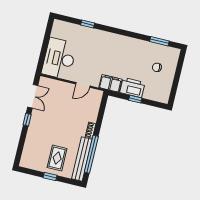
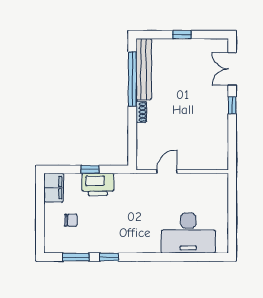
window: (88, 24) -> (109, 257), moved
desk: (59, 59) -> (188, 233), moved, turned 90
filing cabinet: (110, 83) -> (54, 188), moved, turned -90
double door: (33, 96) -> (232, 69), moved
rug: (57, 158) -> (178, 62), removed

